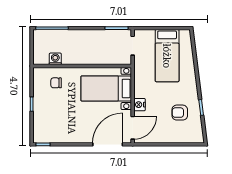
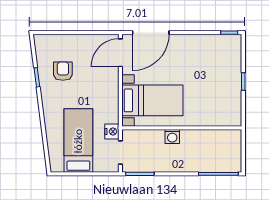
washing machine: (55, 59) -> (172, 137), moved
chair: (56, 83) -> (213, 107), removed
nightstand: (140, 105) -> (112, 131), moved
armchair: (180, 113) -> (63, 71), turned -90

